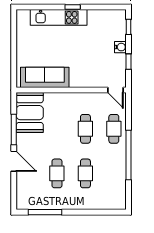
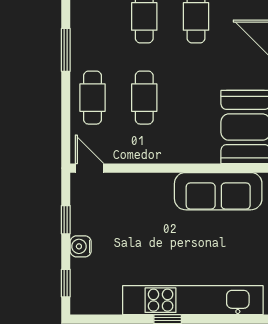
kitchen unit: (59, 17) -> (193, 300), width x1.36
window: (129, 155) -> (66, 50), width x0.47

